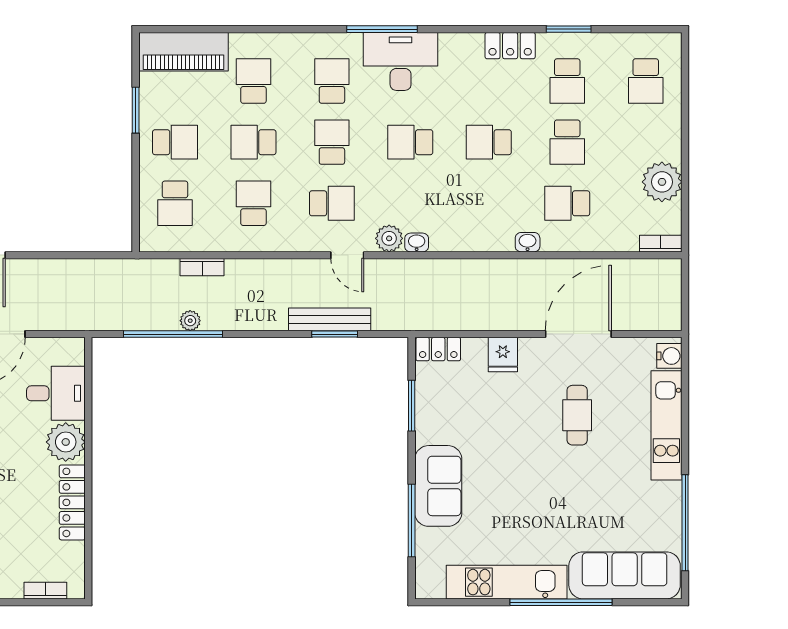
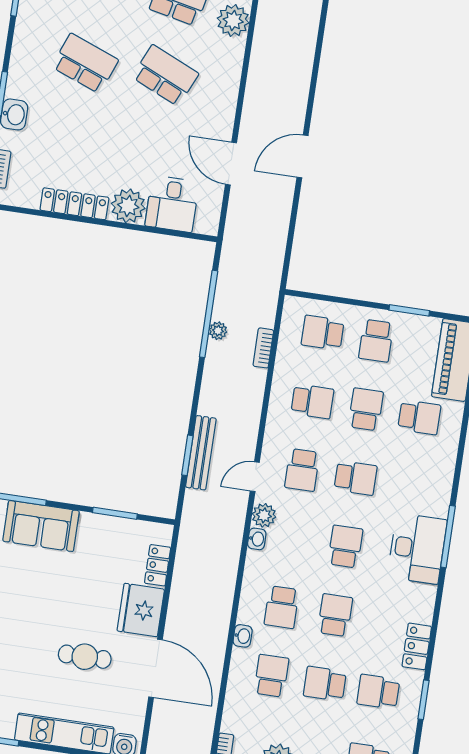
school desk: (332, 81) -> (282, 607), moved, turned 90
locker: (438, 349) -> (158, 565), moved
fridge: (503, 355) -> (141, 610), width x1.88, depth x1.34

